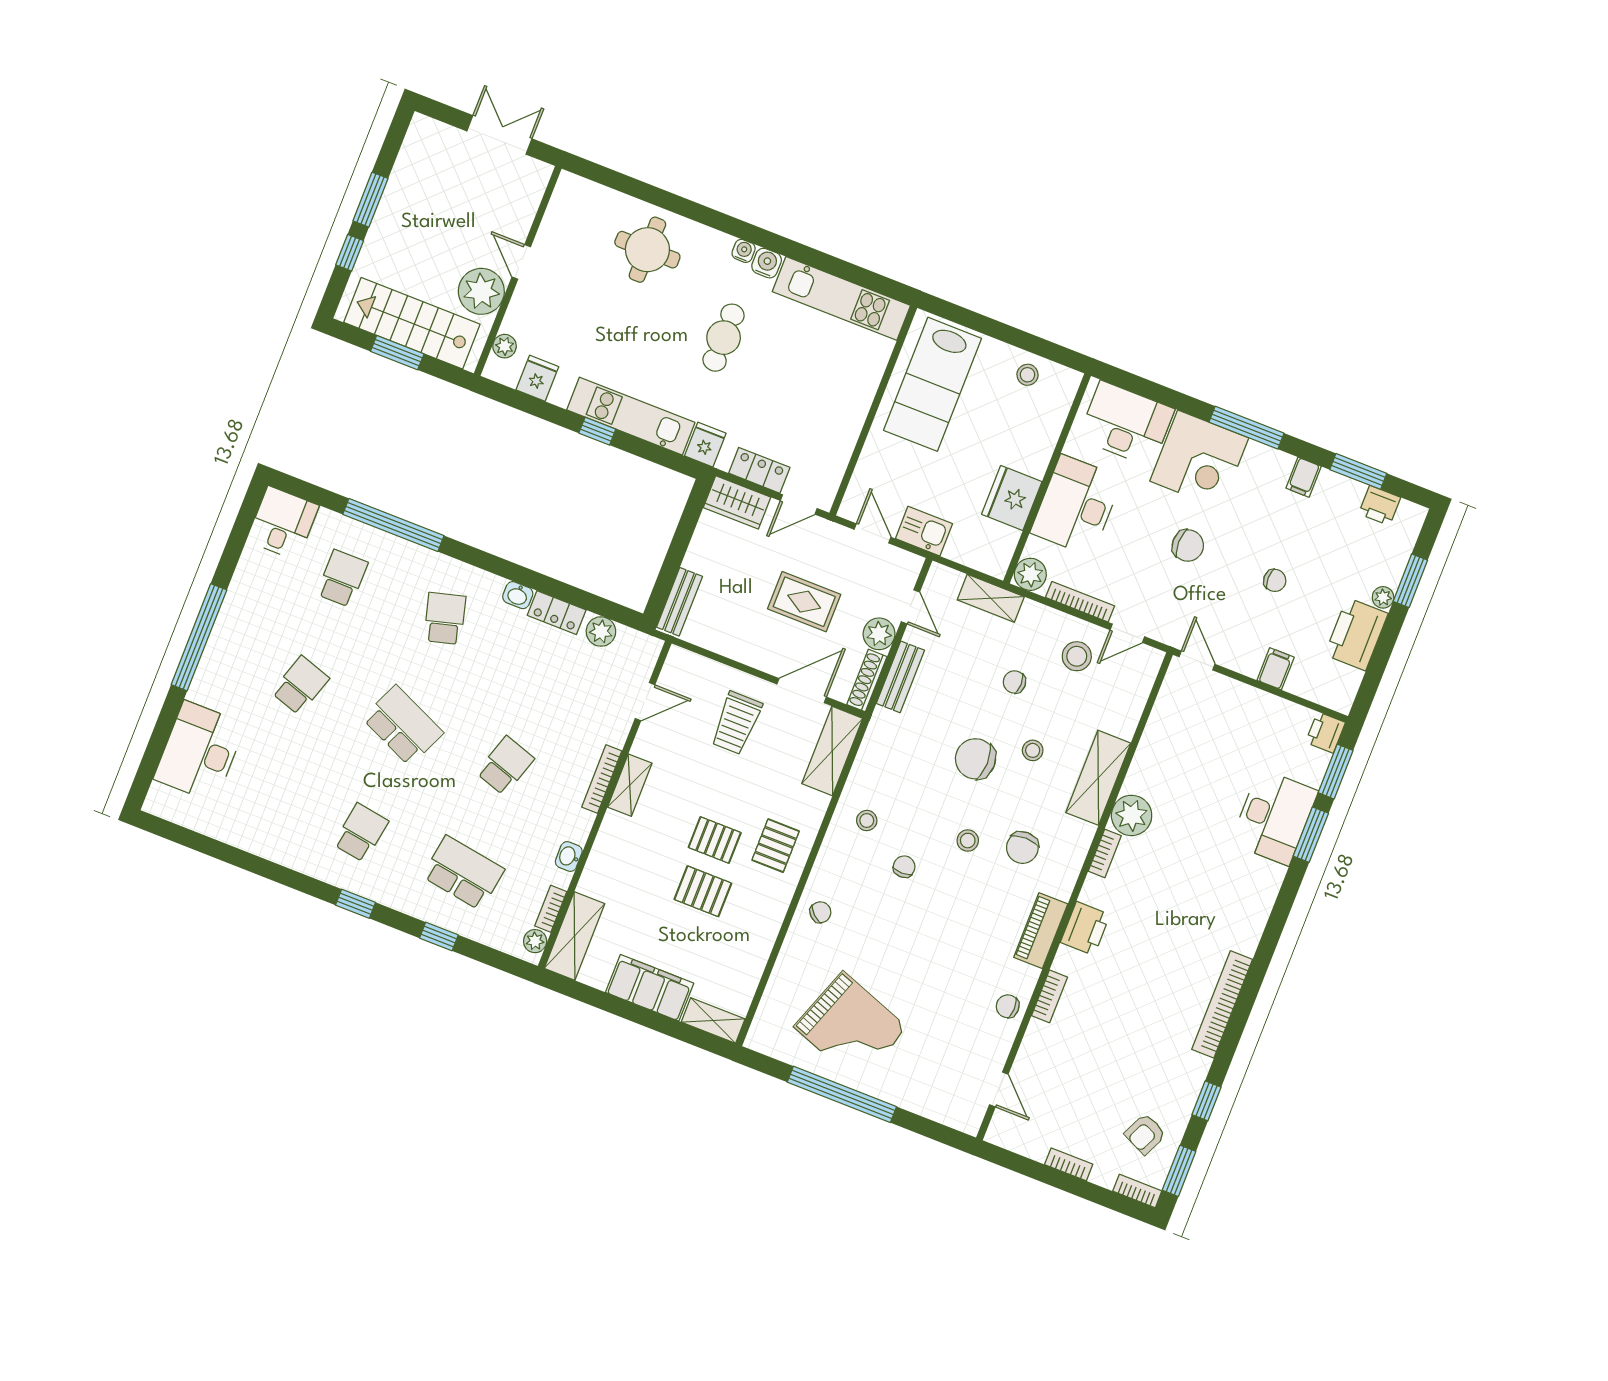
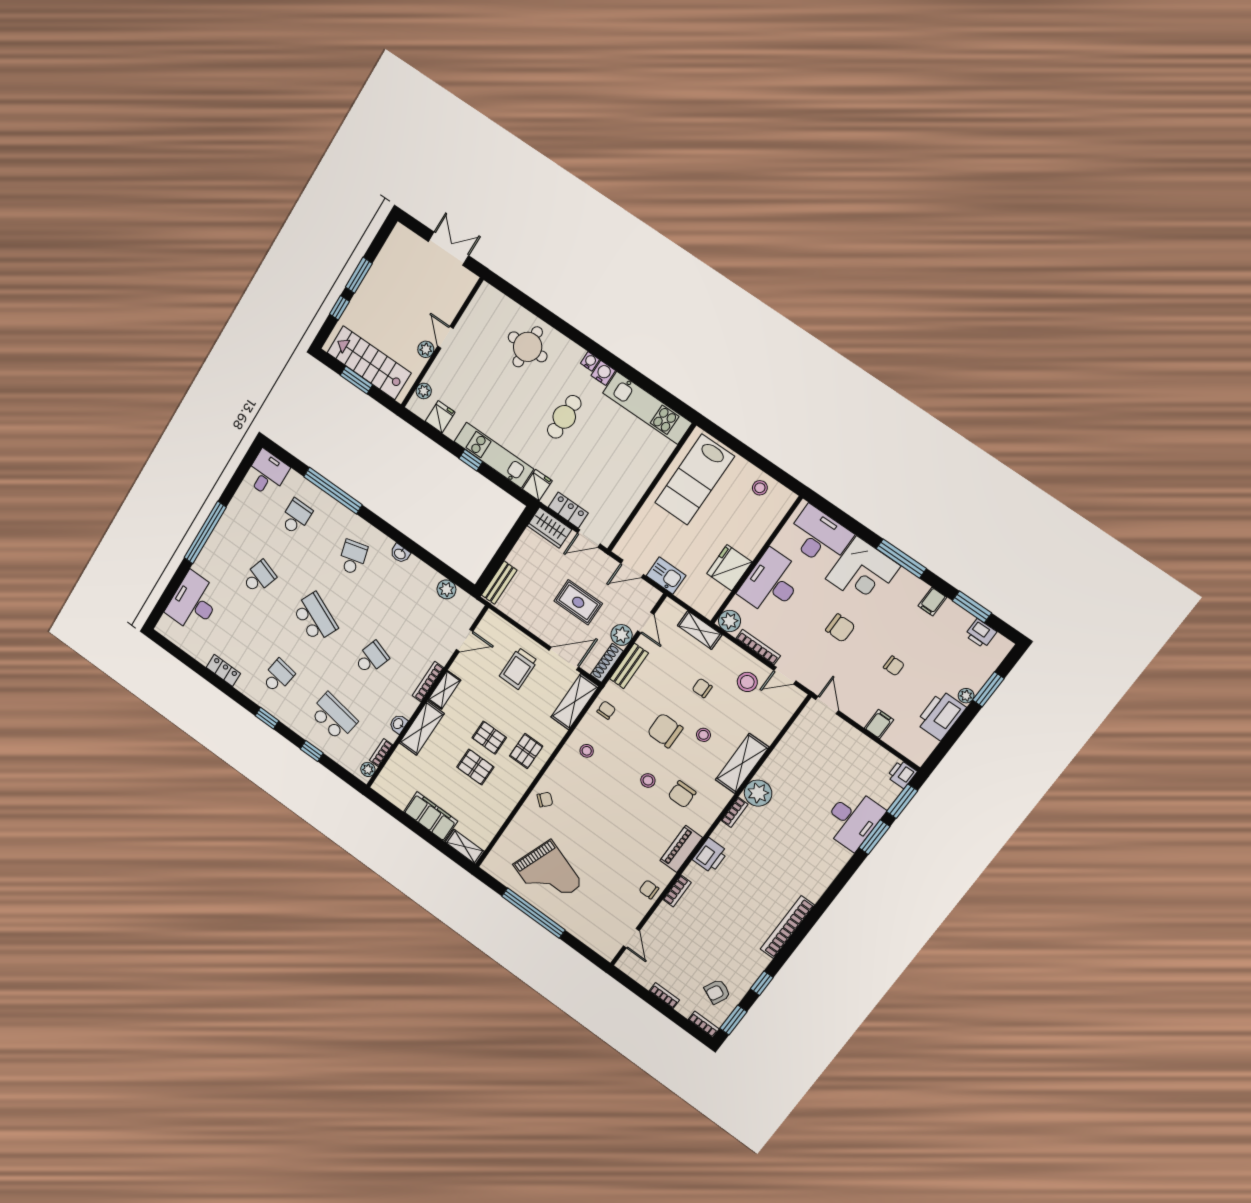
plant: (481, 291) -> (426, 349), width x0.53, depth x0.53
door: (872, 533) -> (632, 569), swing flipped
locker: (557, 613) -> (223, 670), moved, turned 180
chair: (904, 867) -> (606, 710), moved
shelving: (575, 936) -> (422, 728), moved

